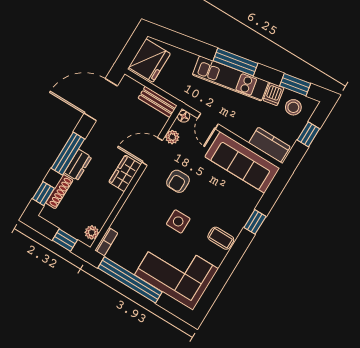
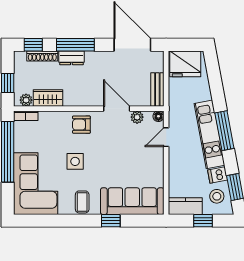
kitchen counter: (269, 145) -> (185, 206), moved, turned -90
sofa: (242, 163) -> (132, 201), moved, turned 90
wardrobe: (125, 173) -> (48, 98), moved
armchair: (178, 181) -> (81, 125), moved

